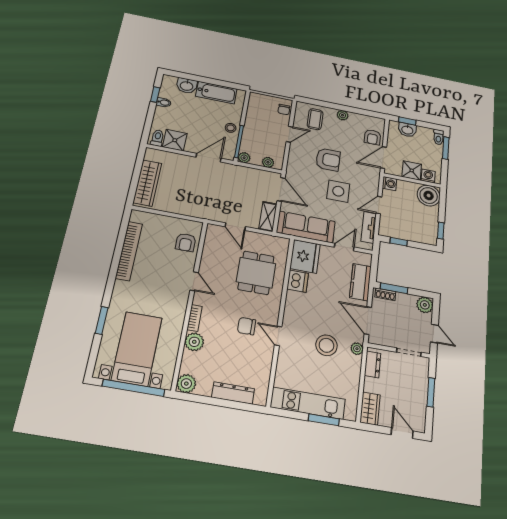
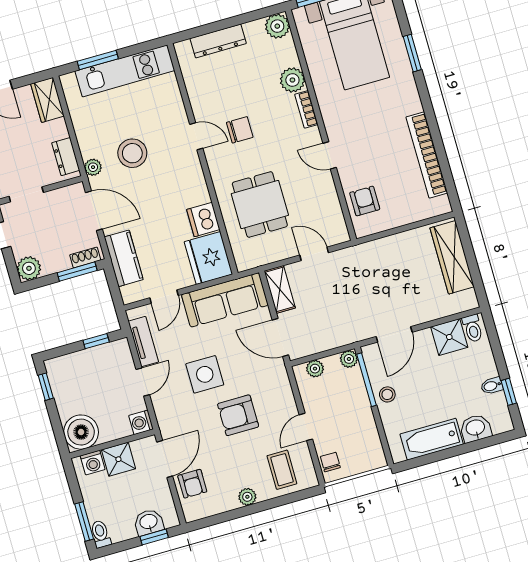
armchair: (372, 137) -> (192, 484), turned 180

